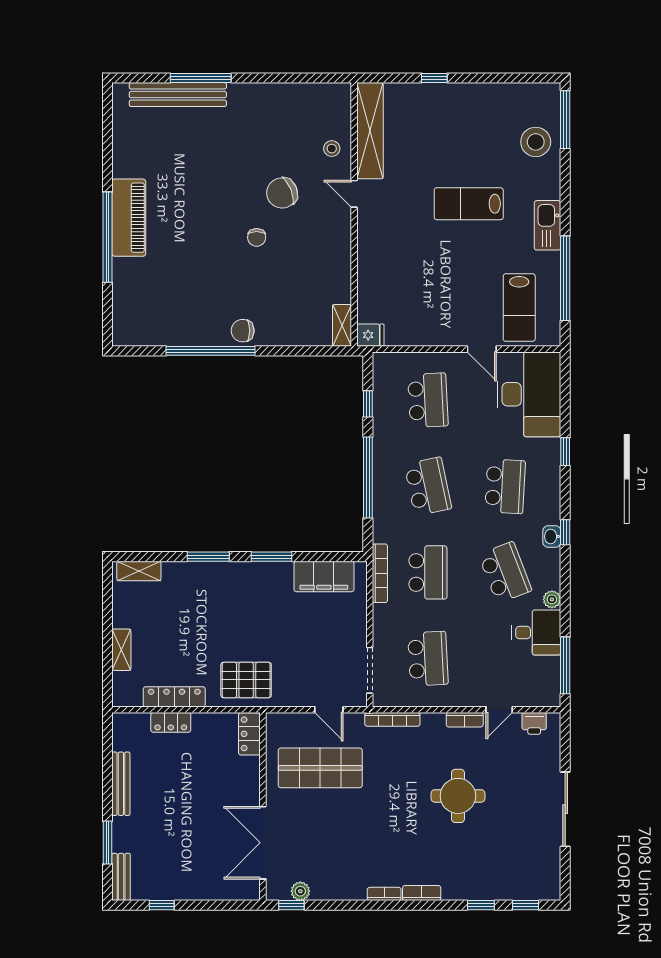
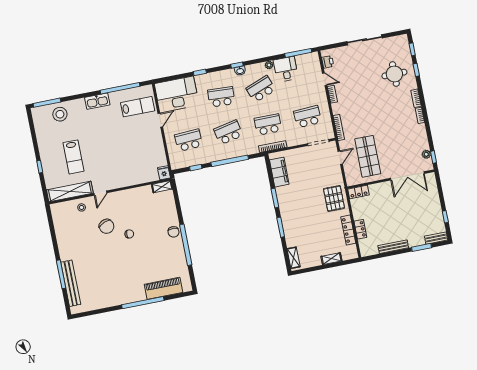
lab bench: (469, 204) -> (73, 157), moved
piano: (129, 218) -> (163, 288), moved
round table: (458, 796) -> (394, 74), moved

